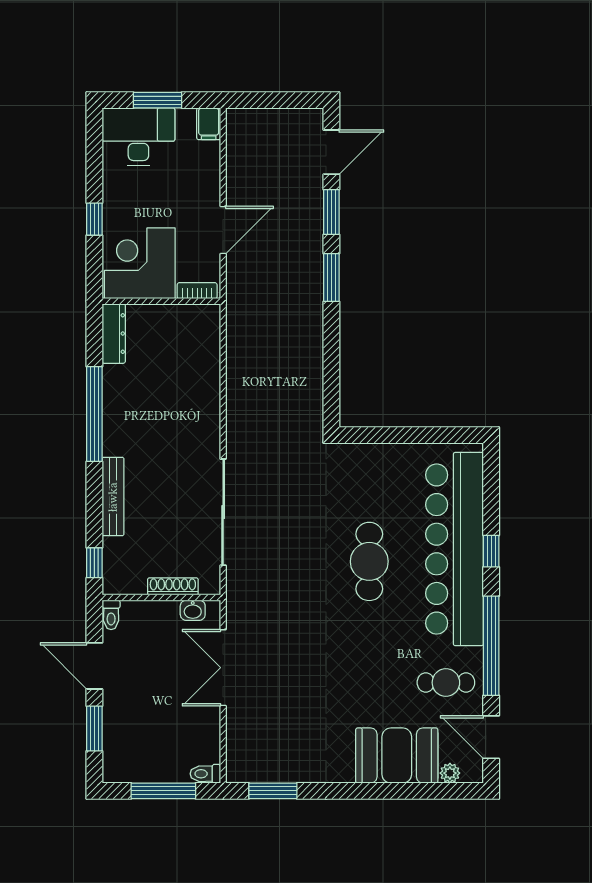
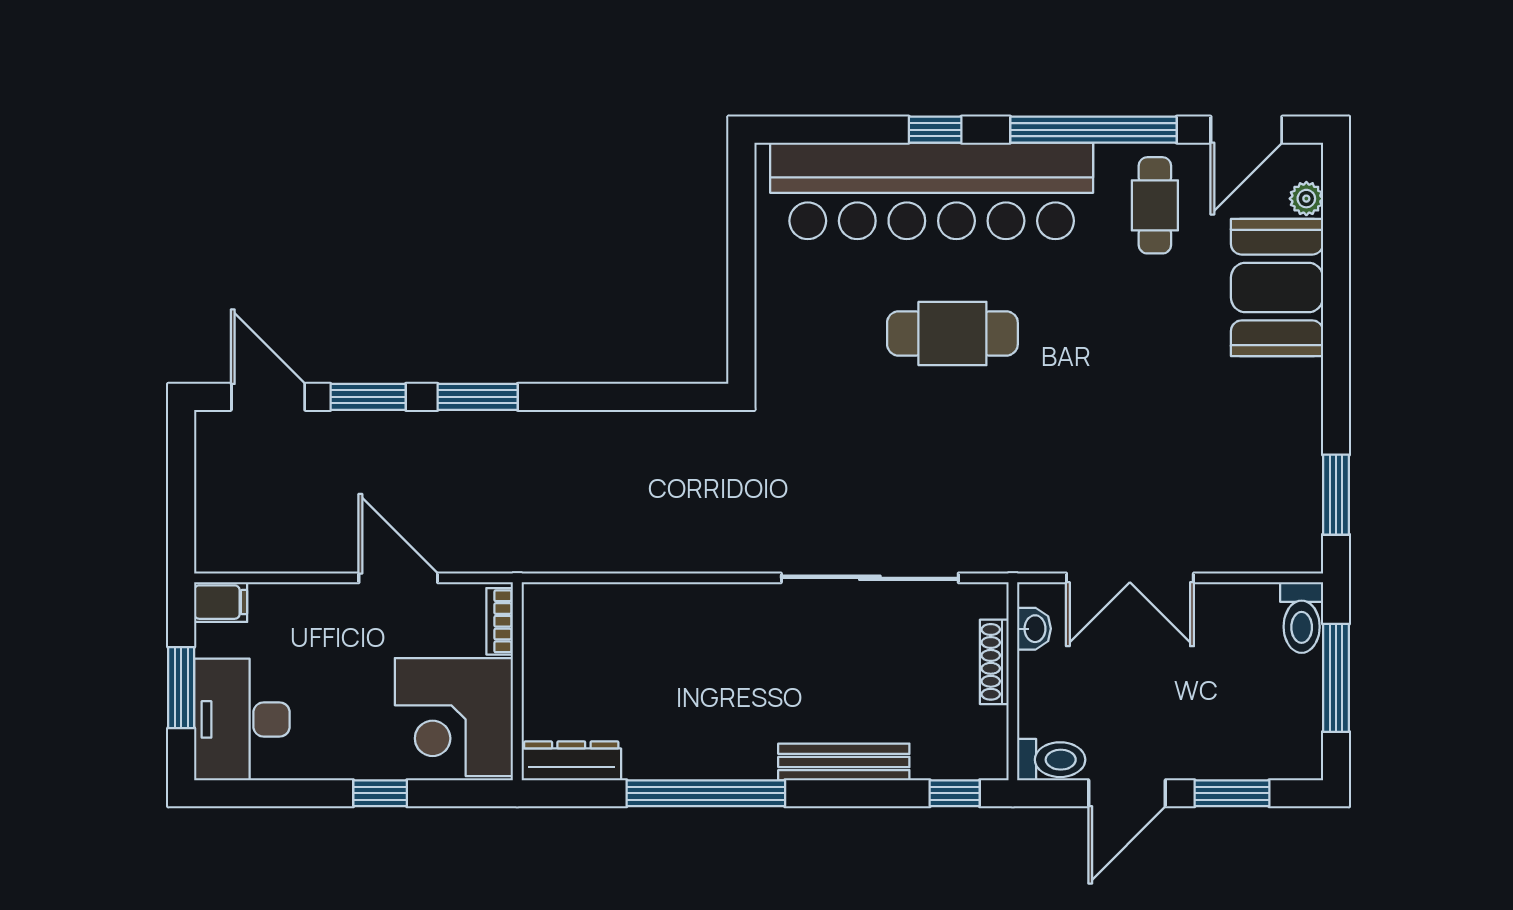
toilet: (111, 615) -> (1051, 760), width x1.37, depth x1.39
toilet: (205, 774) -> (1302, 617), width x1.37, depth x1.39

